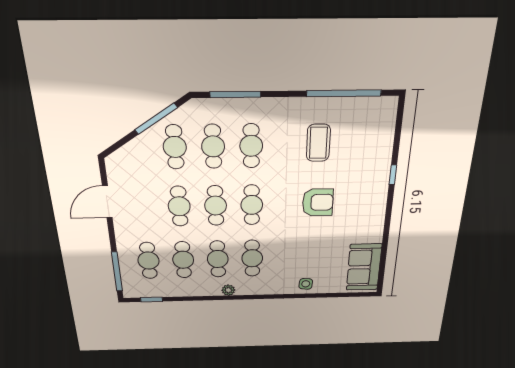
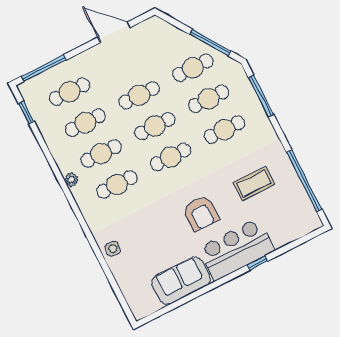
bar counter: (369, 187) -> (237, 249), added
sofa: (364, 267) -> (181, 281), moved

